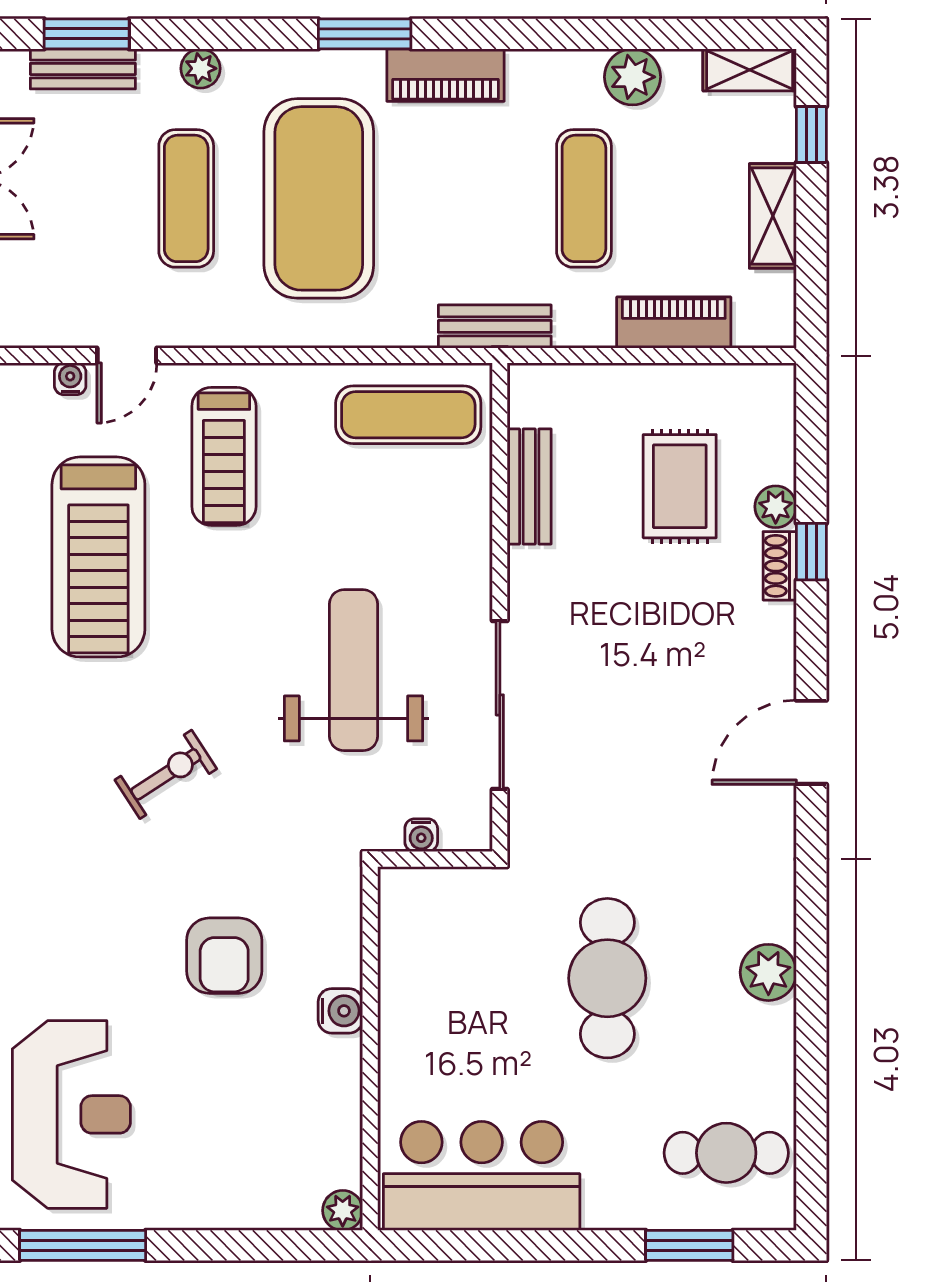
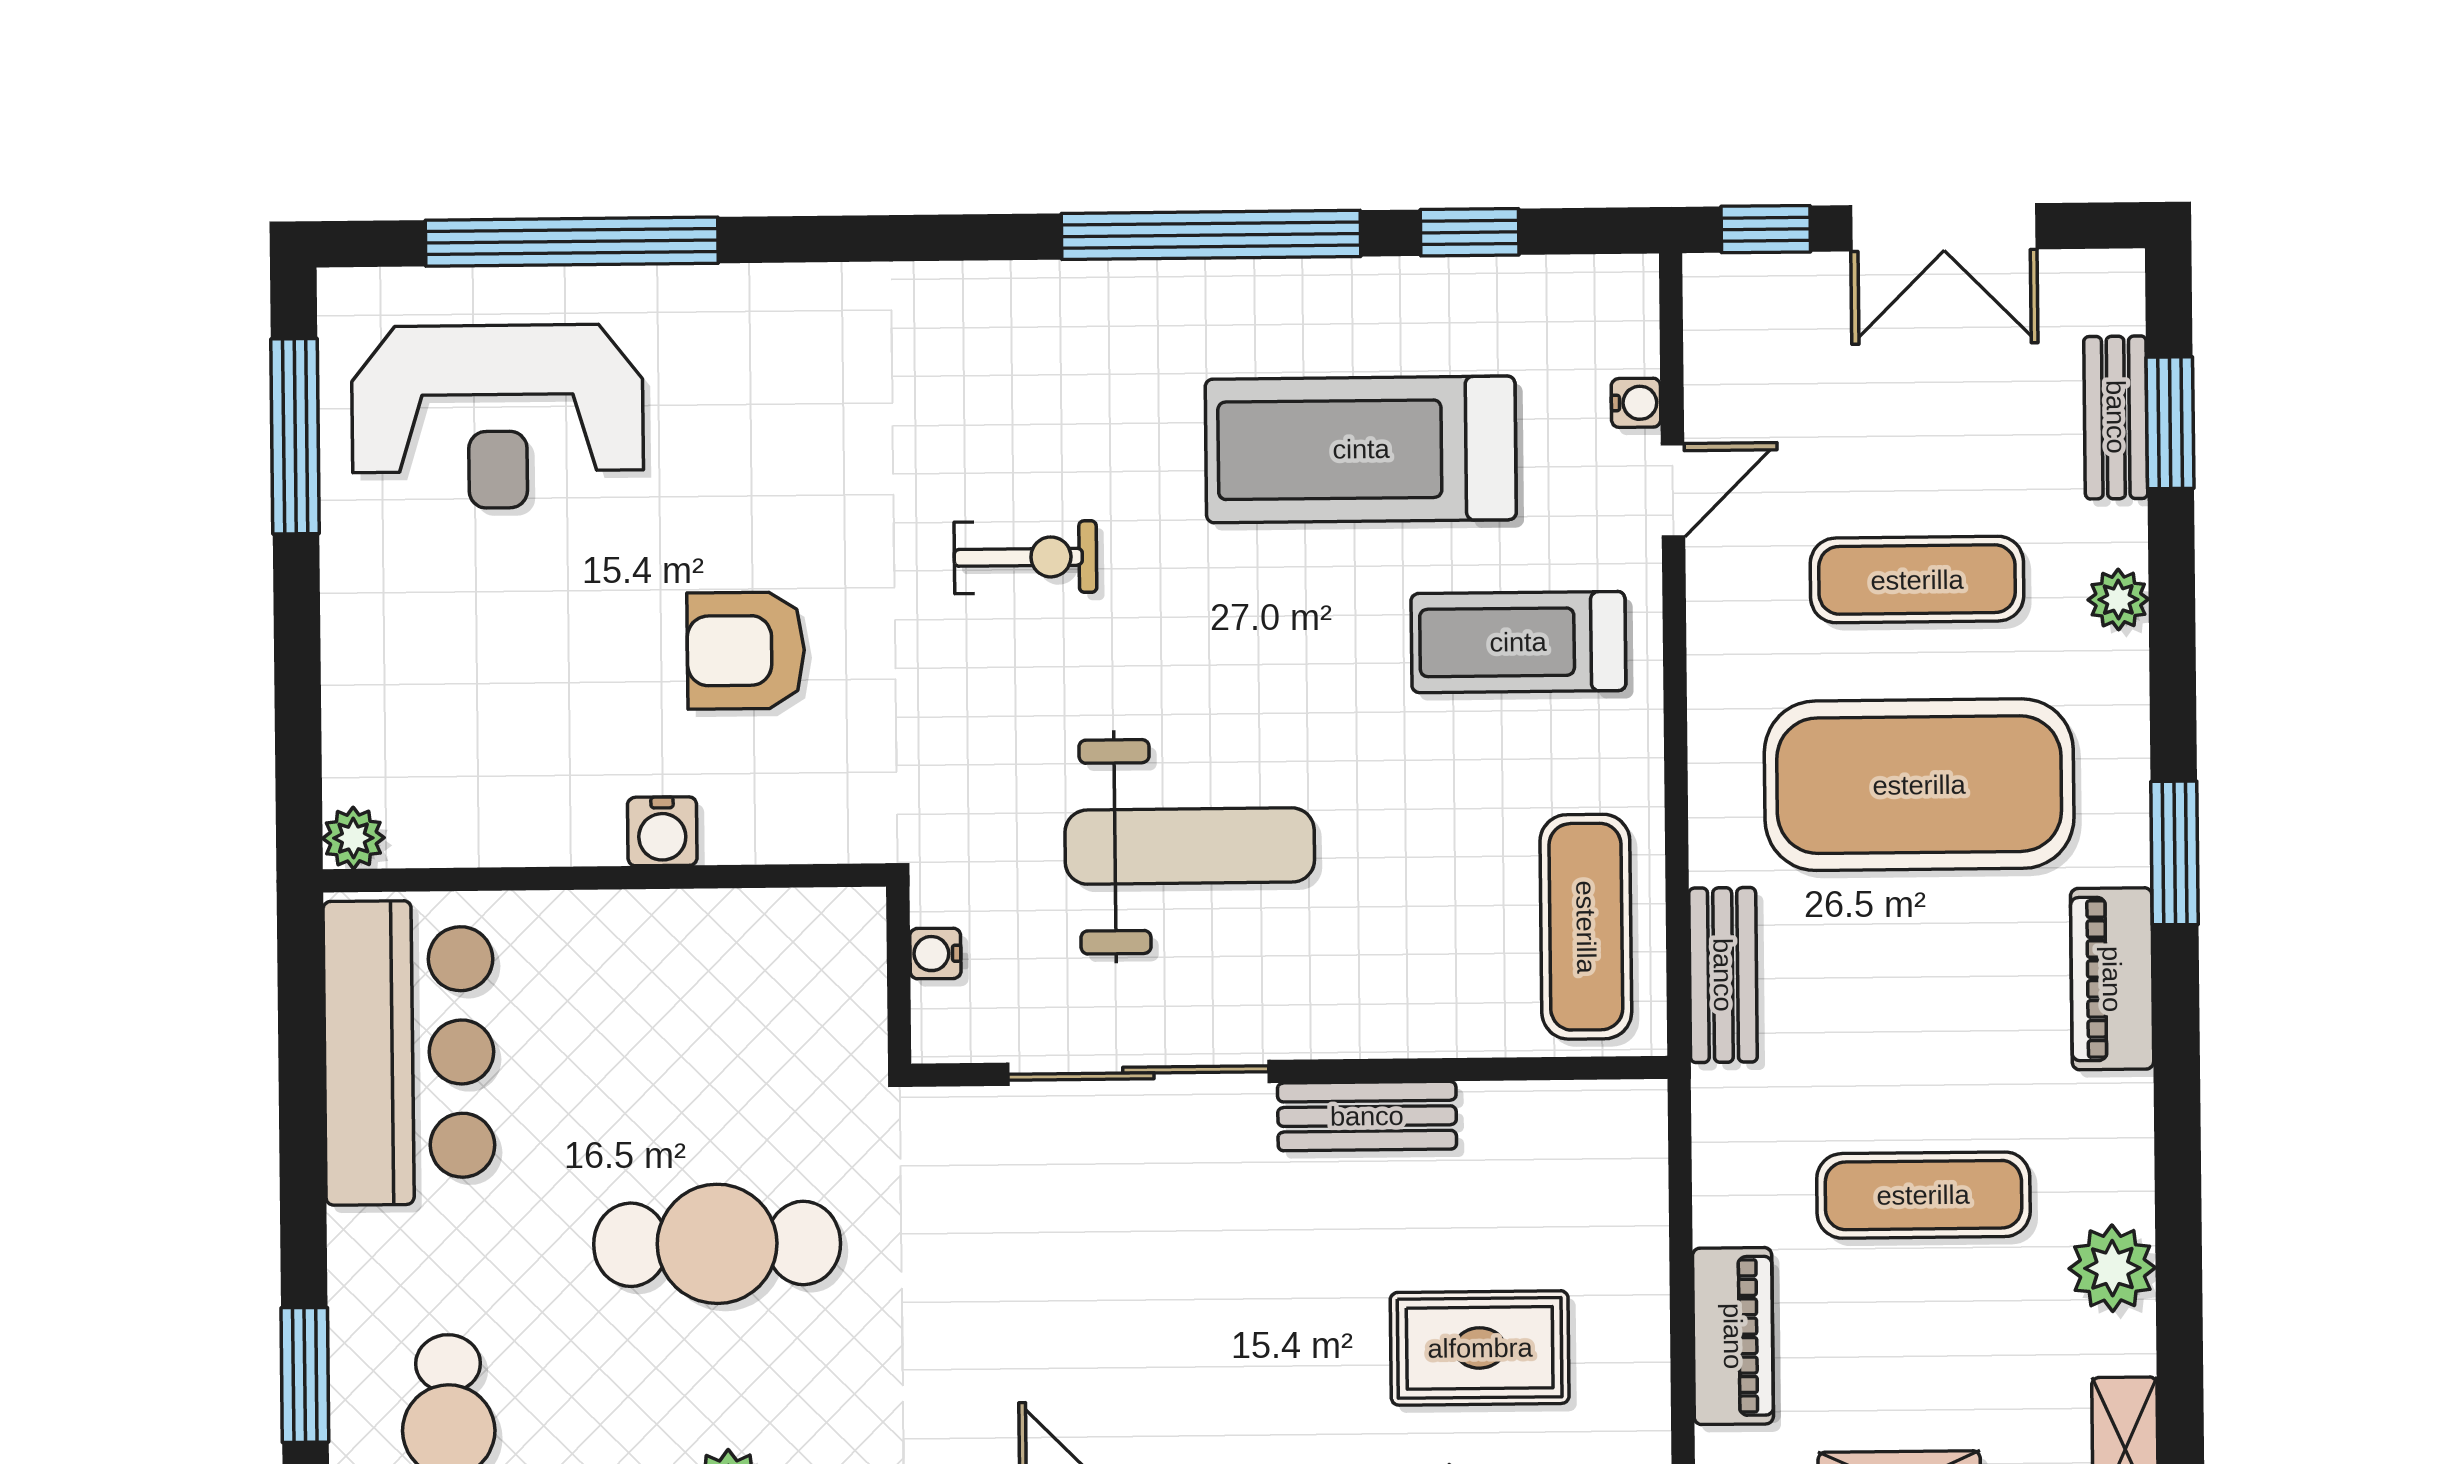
bench: (495, 326) -> (1723, 975), moved
door: (127, 355) -> (1673, 490), swing flipped
bench: (529, 487) -> (1367, 1116), moved
exercise bike: (166, 774) -> (1025, 557), turned -57

